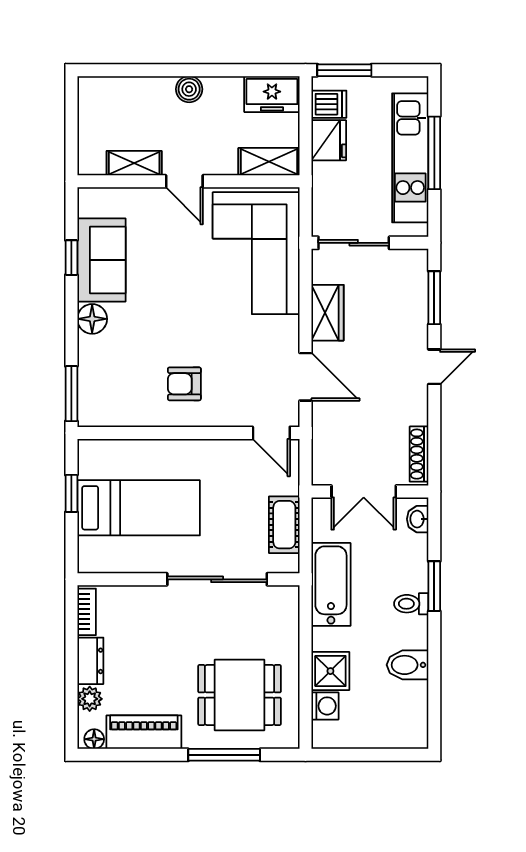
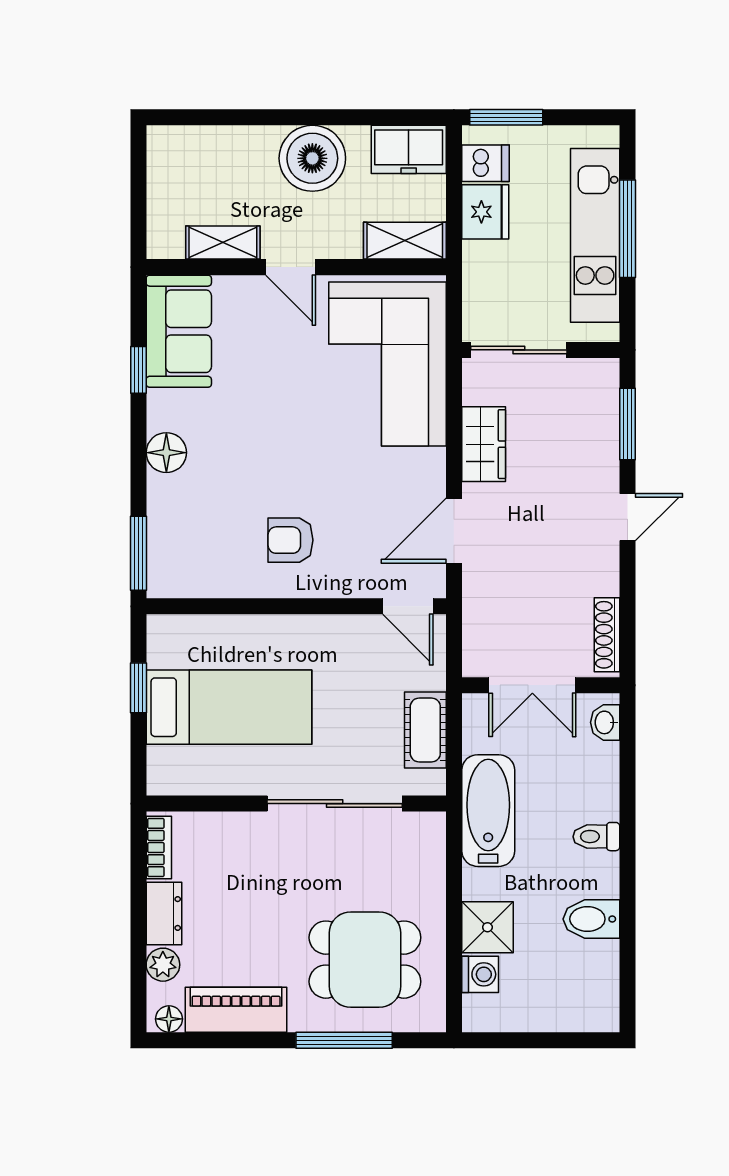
boiler: (189, 89) -> (312, 158), width x1.86, depth x1.86
sofa: (101, 260) -> (179, 331), moved
door: (306, 377) -> (454, 531), swing flipped
window: (434, 586) -> (627, 813), removed

